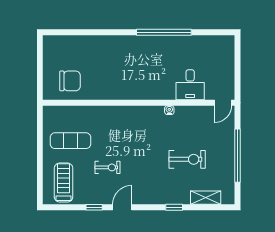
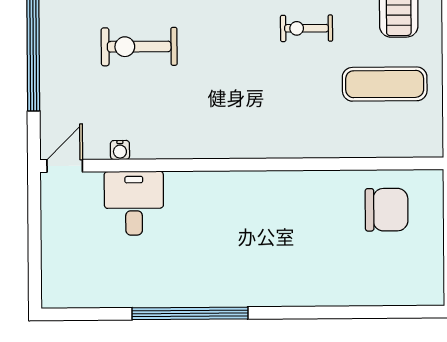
chair: (70, 81) -> (387, 210), turned 180
water cooler: (169, 110) -> (120, 150), moved

